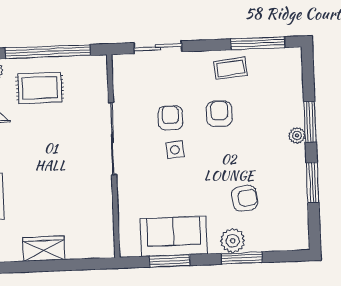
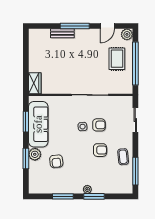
sofa: (174, 236) -> (38, 124), width x1.36
wardrobe: (44, 249) -> (35, 83), moved

